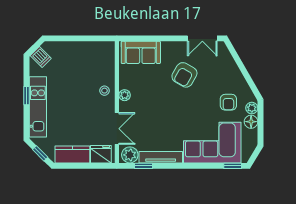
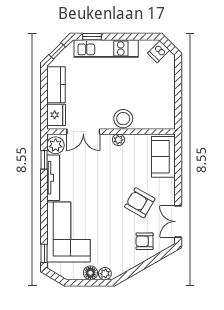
stool: (104, 91) -> (123, 119), width x1.89, depth x1.89
window: (26, 96) -> (92, 37), moved
armchair: (228, 102) -> (145, 241), moved

